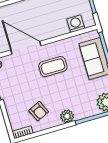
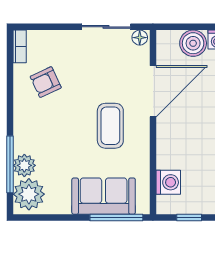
plant: (67, 116) -> (24, 165), moved

